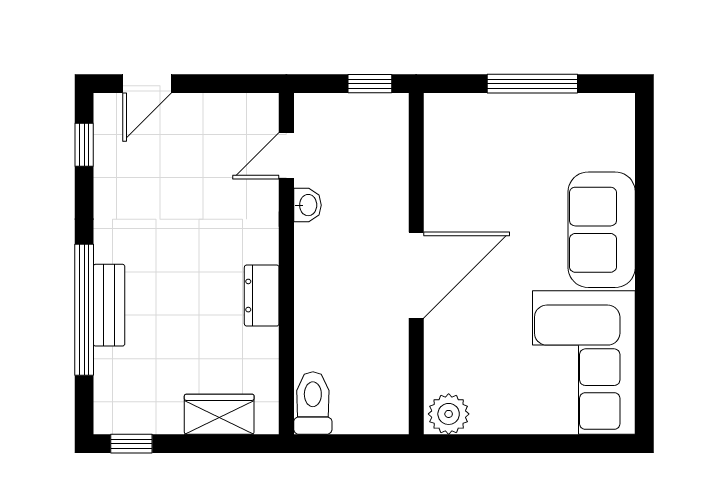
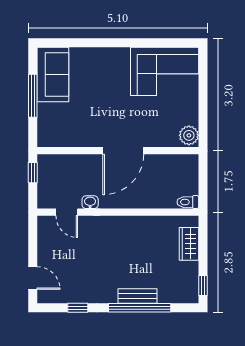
window: (84, 145) -> (78, 308), moved
sofa: (602, 230) -> (53, 75), moved, turned -90
door: (416, 275) -> (123, 151), swing flipped
dresser: (262, 296) -> (133, 224), removed
toilet: (313, 403) -> (188, 202), width x0.73, depth x0.72

